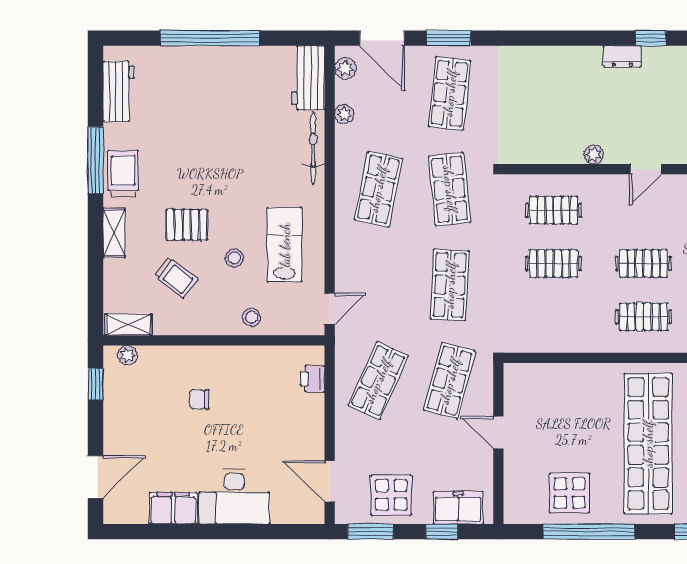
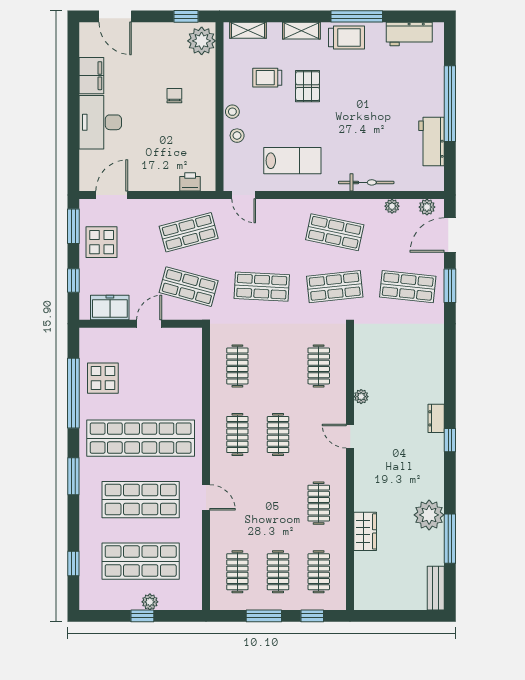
workbench: (308, 78) -> (432, 141), moved, turned -90
stool: (234, 258) -> (232, 112), moved
clothes rail: (554, 263) -> (237, 366), moved
trolley: (176, 278) -> (267, 78), turned 52
shelving: (128, 325) -> (248, 30), moved, turned 90
plant: (128, 355) -> (202, 41), width x1.88, depth x1.88
shop shelf: (378, 381) -> (189, 232), turned -39
freezer: (458, 508) -> (110, 308), moved, turned -90

